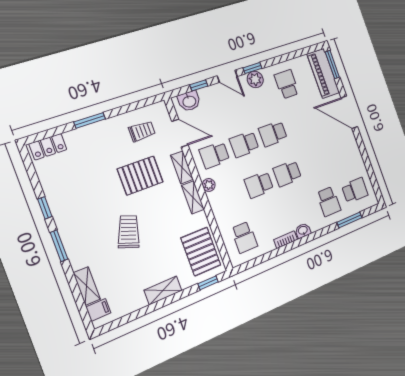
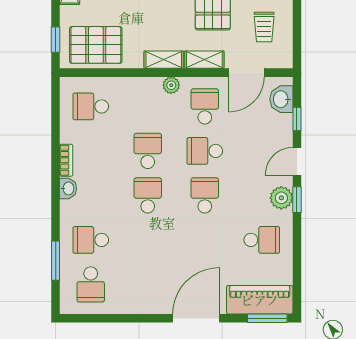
school desk: (244, 144) -> (205, 151), turned -90

